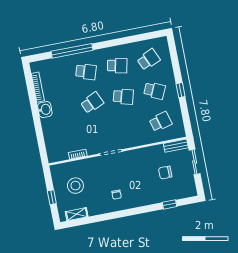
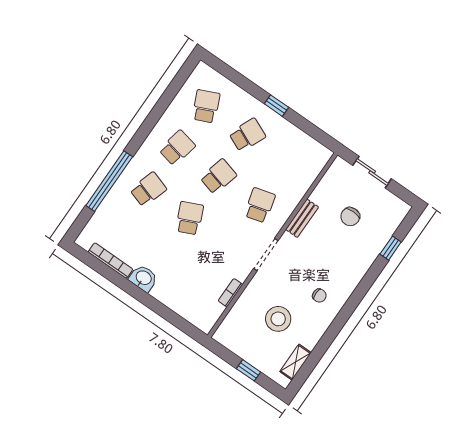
school desk: (161, 122) -> (260, 205), moved
bench: (176, 146) -> (302, 218), moved
stool: (75, 186) -> (278, 319), moved

